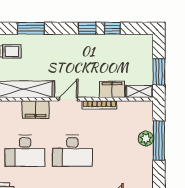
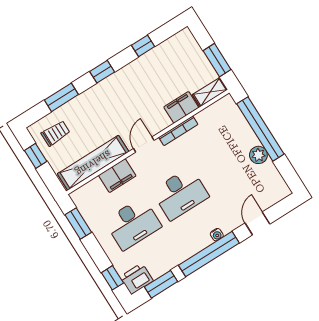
window: (87, 28) -> (102, 72), moved
plant: (146, 139) -> (258, 155), moved
window: (159, 141) -> (260, 129), width x1.46

